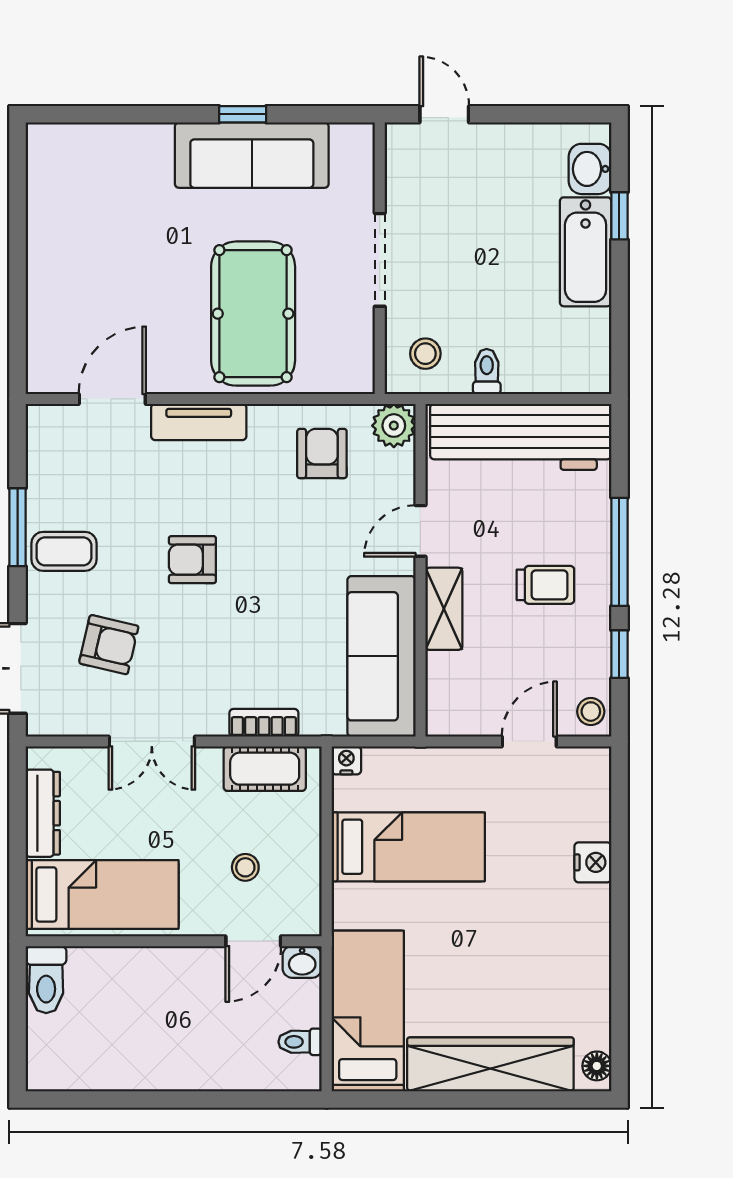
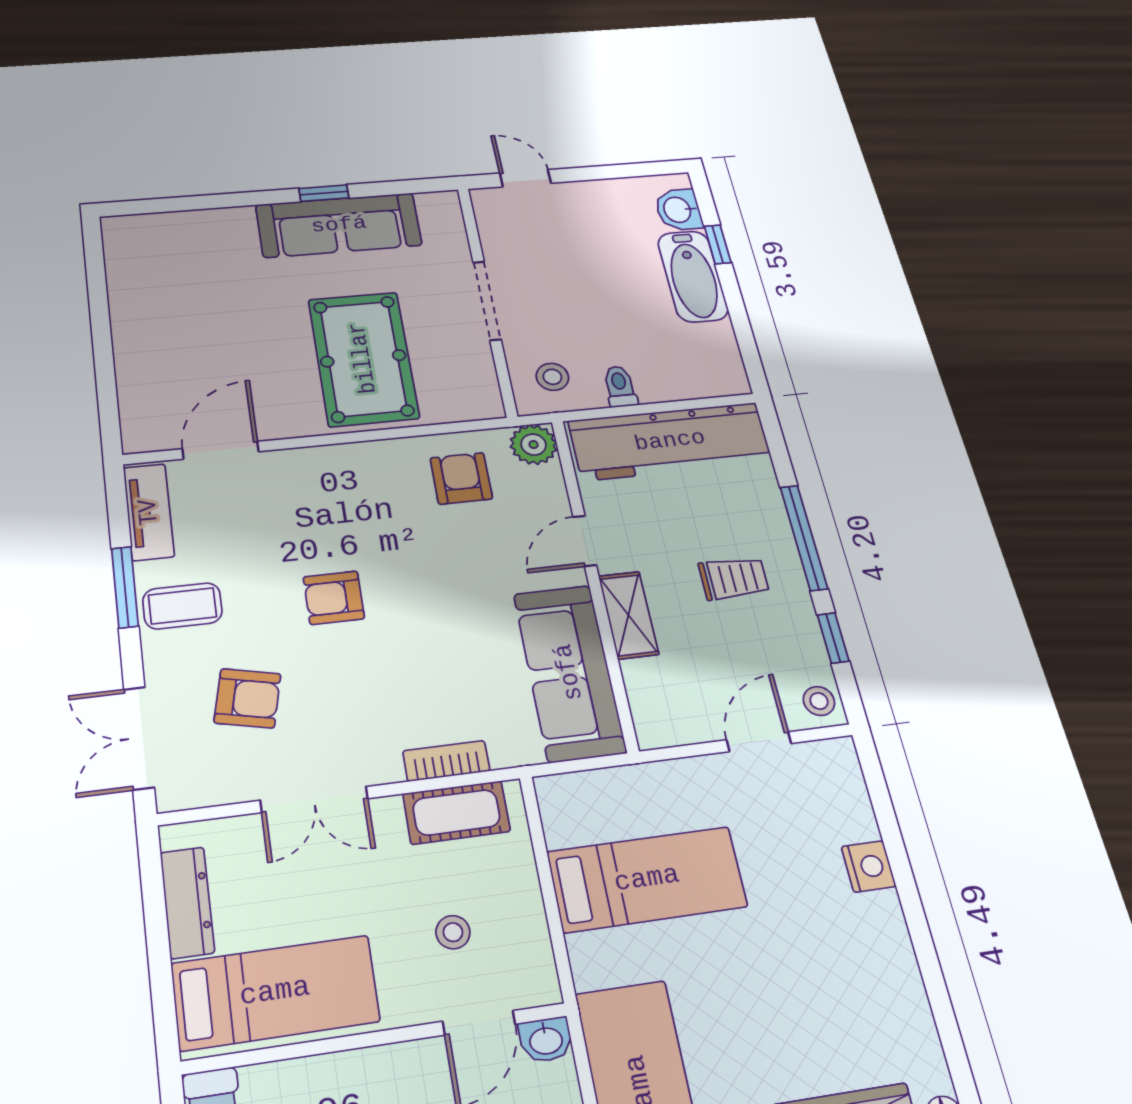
tv unit: (199, 422) -> (149, 512), moved, turned -90
nightstand: (346, 760) -> (552, 790), removed

